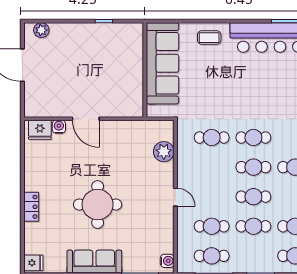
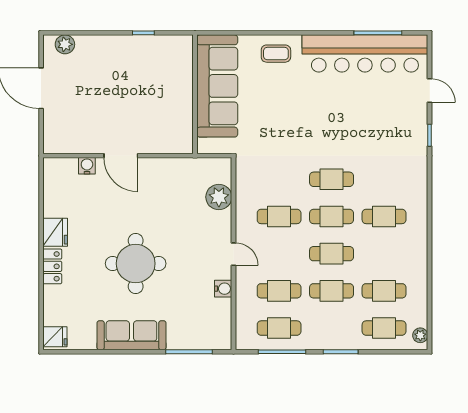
fridge: (40, 130) -> (55, 232), moved, turned -90
cafe table: (212, 138) -> (279, 216), moved
water cooler: (167, 261) -> (223, 289), moved

